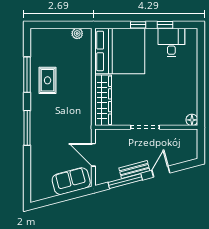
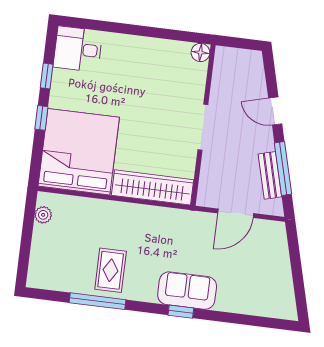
desk: (171, 42) -> (78, 49), moved
rug: (48, 80) -> (111, 270), turned 90
window: (27, 128) -> (181, 312), width x0.46
bench: (134, 170) -> (270, 175), moved
sofa: (71, 181) -> (187, 291), moved, turned 105

